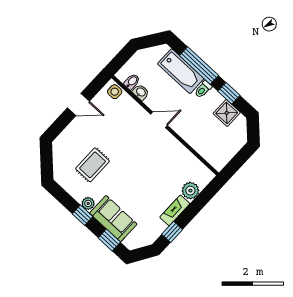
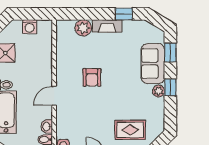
door: (159, 120) -> (54, 96), hinge flipped
washing machine: (230, 150) -> (30, 27), added
armchair: (146, 162) -> (92, 77), added
rug: (93, 165) -> (130, 130), moved

